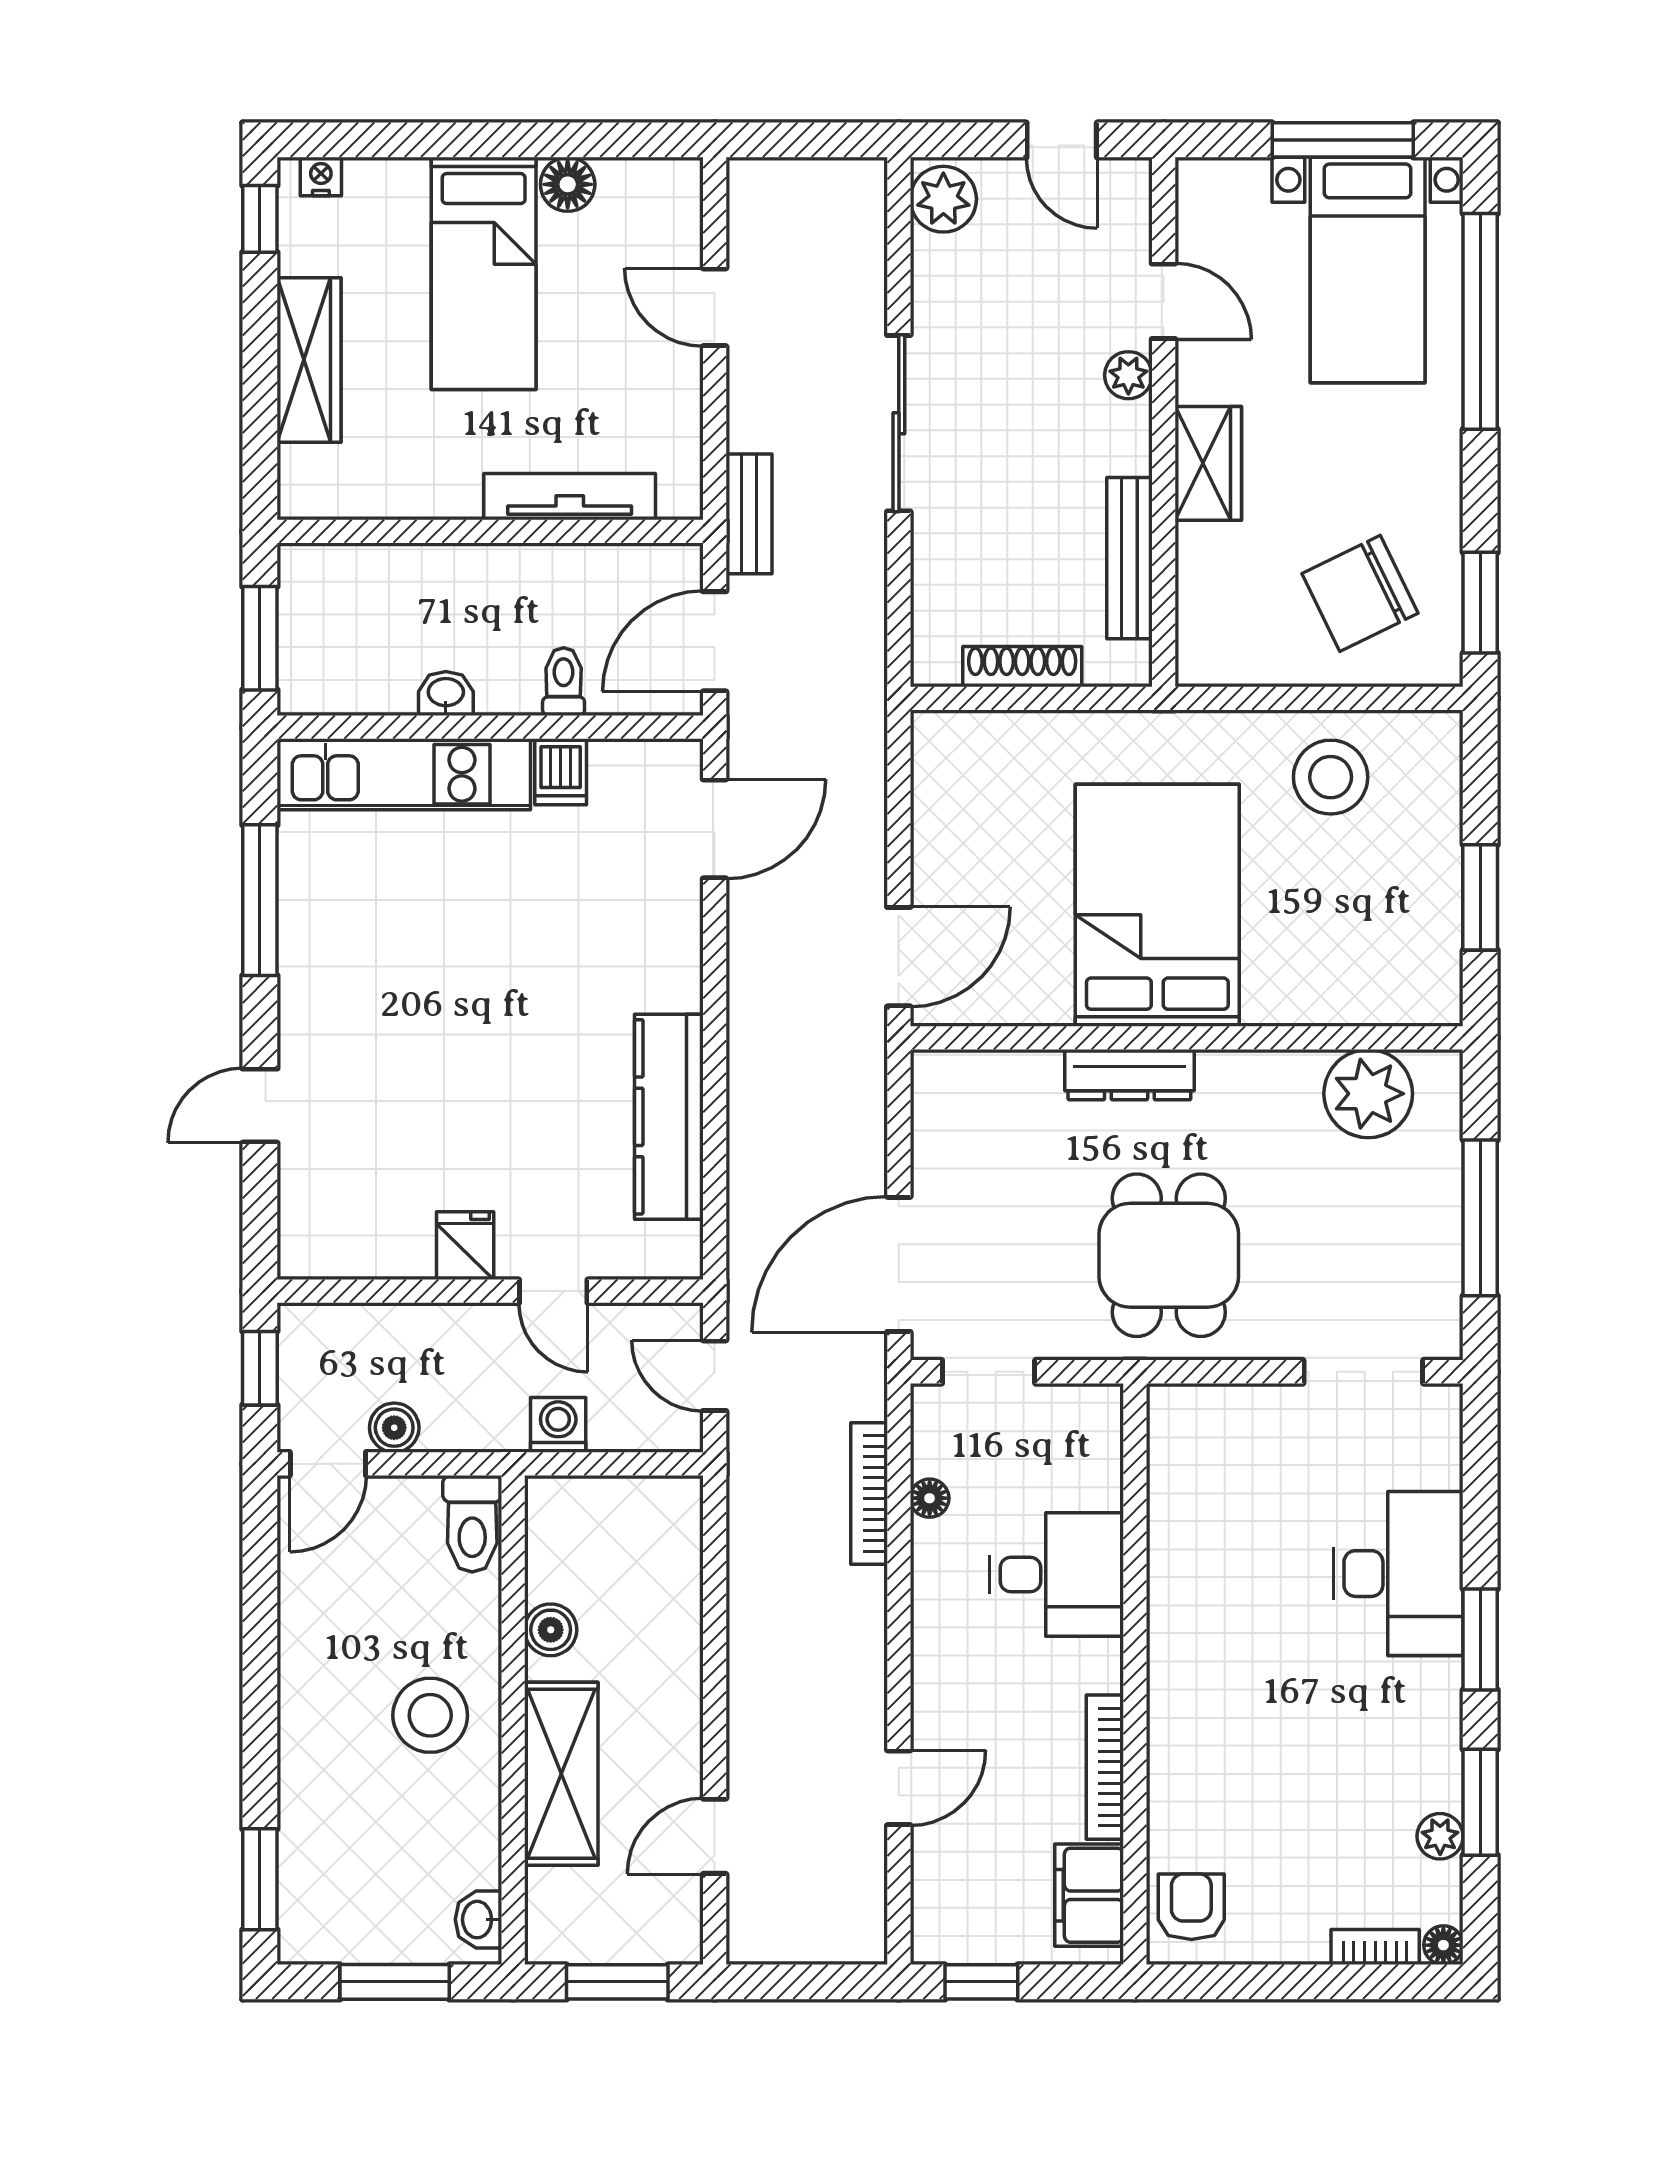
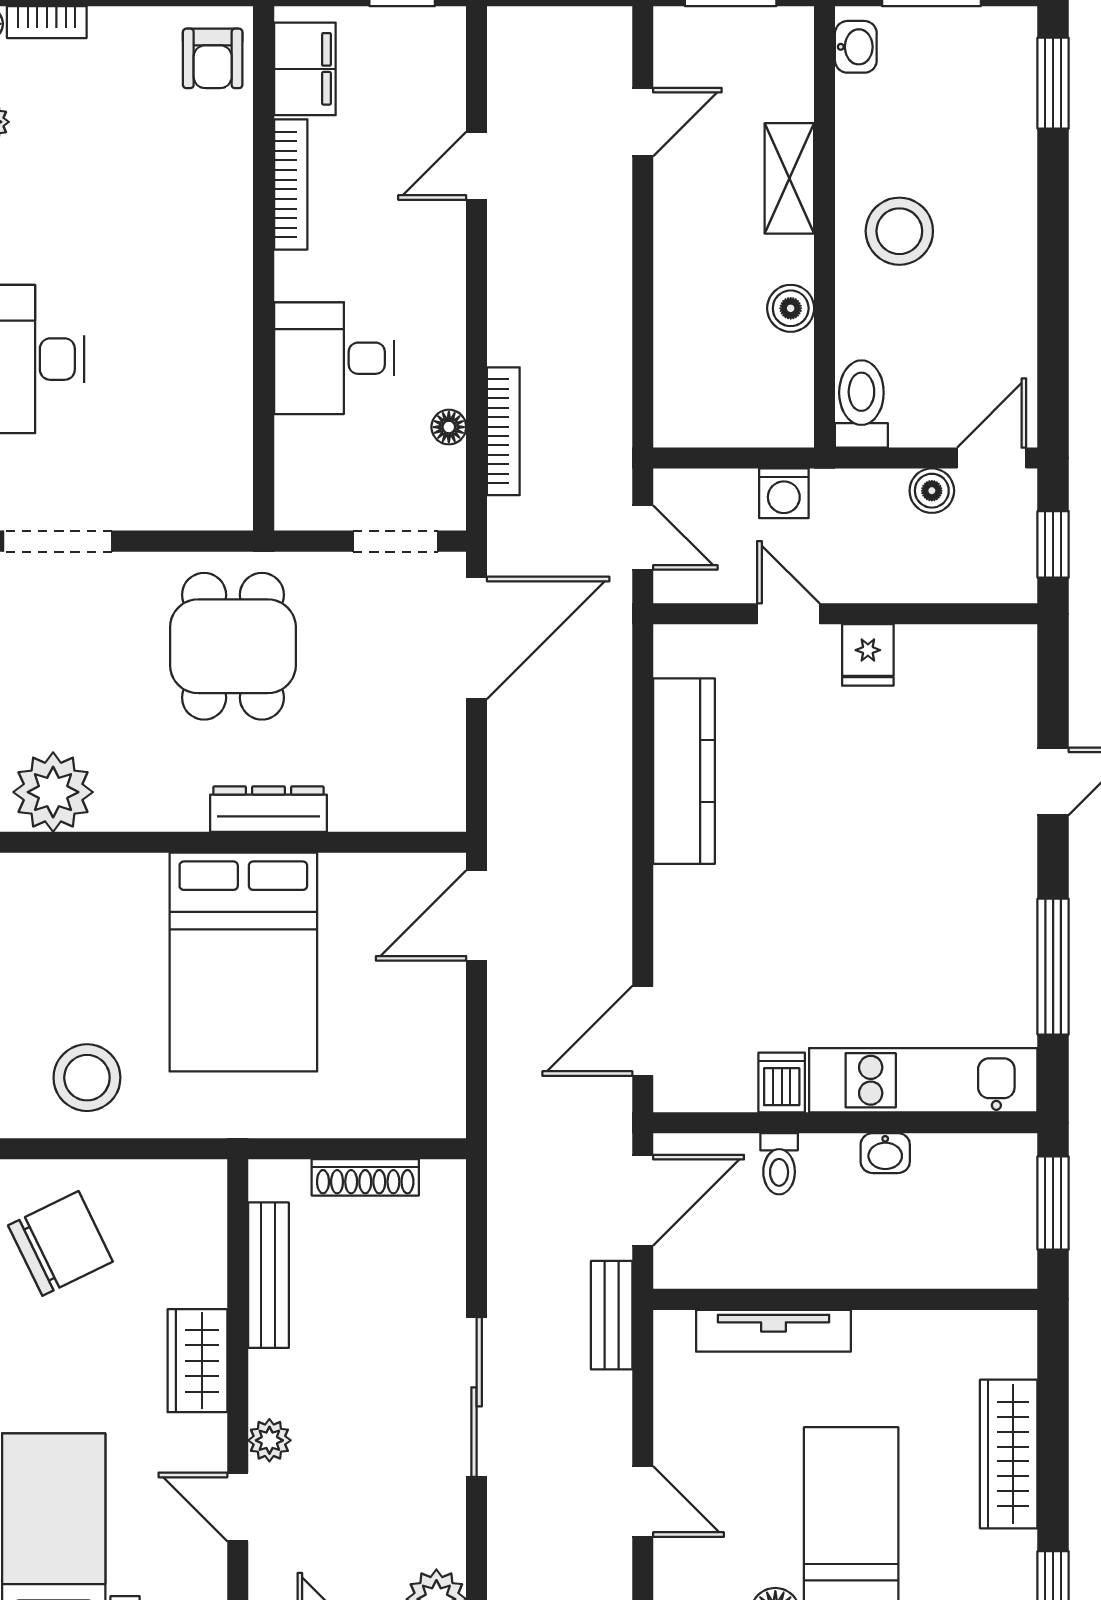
shelving: (561, 1774) -> (789, 178), width x0.67, depth x0.75

